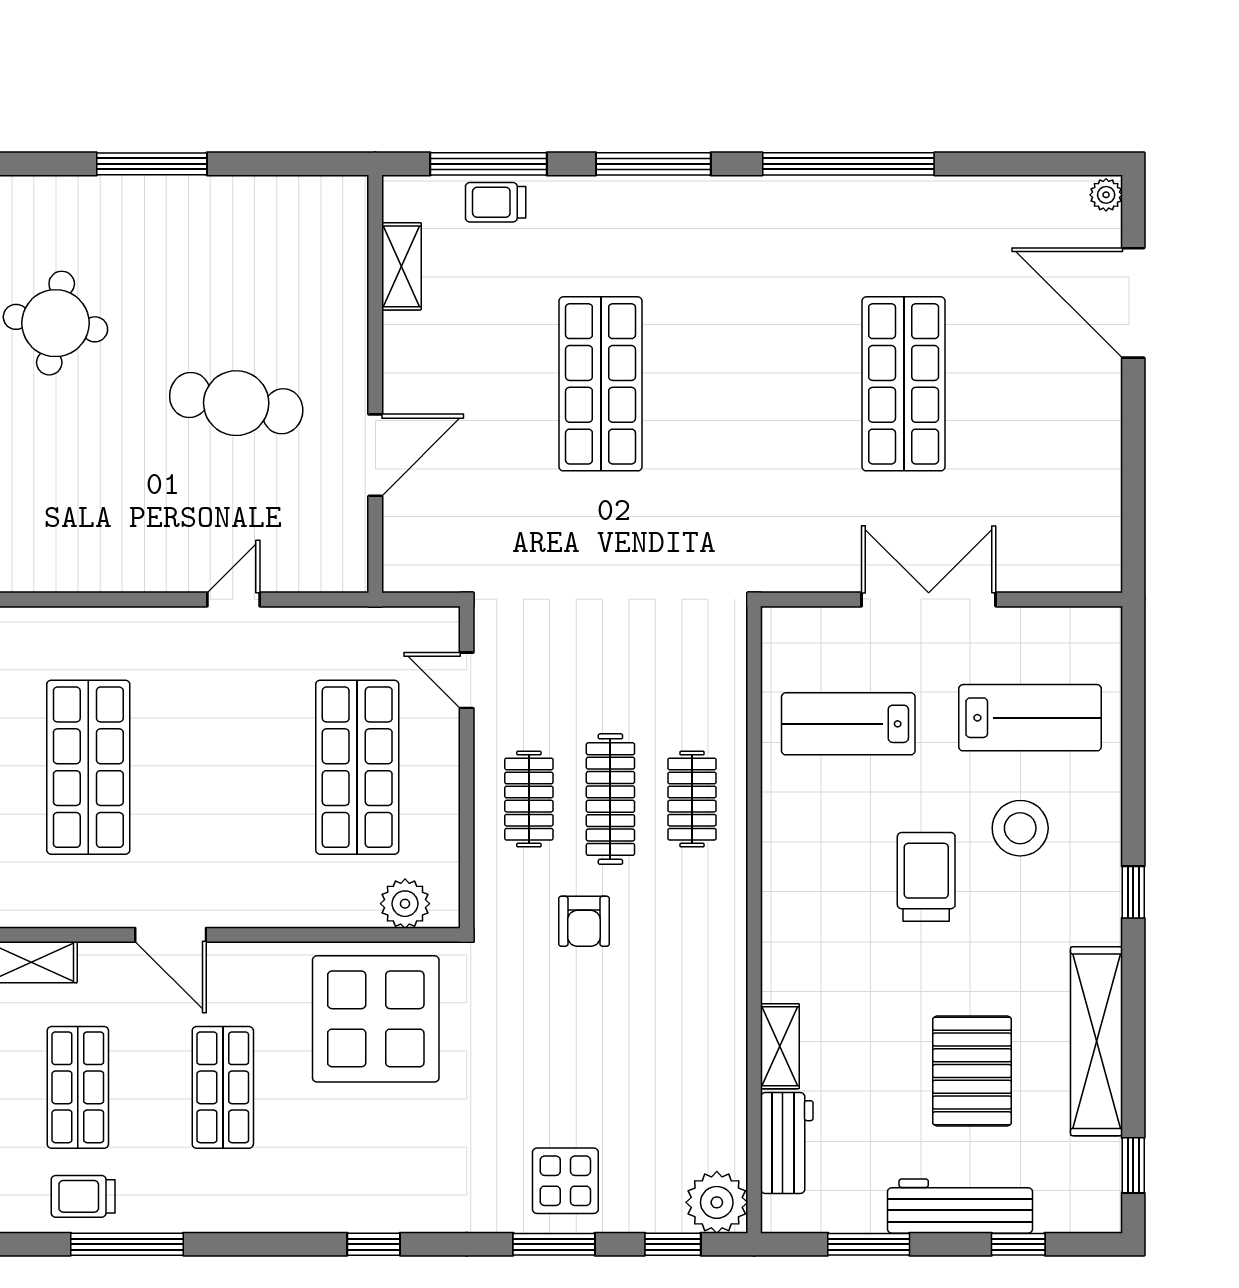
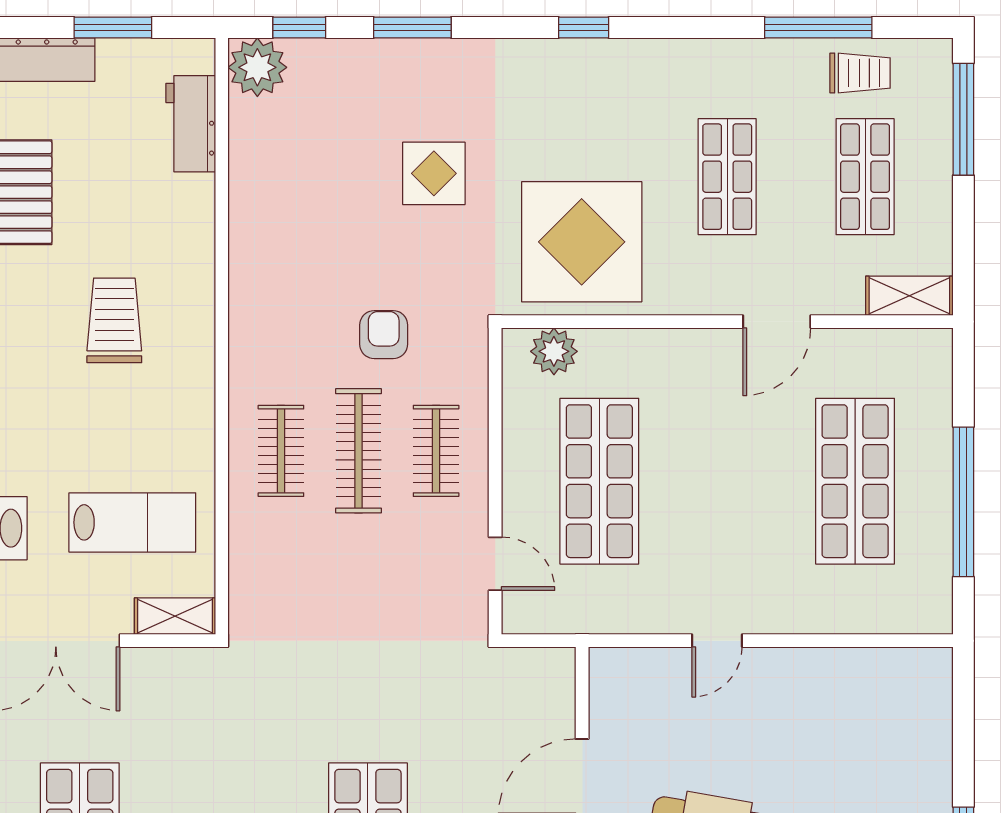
trolley: (926, 877) -> (114, 320), moved, turned 180
door: (171, 935) -> (777, 322), swing flipped
shelving: (780, 1046) -> (175, 616), moved, turned 90
display table: (565, 1181) -> (434, 173), moved

